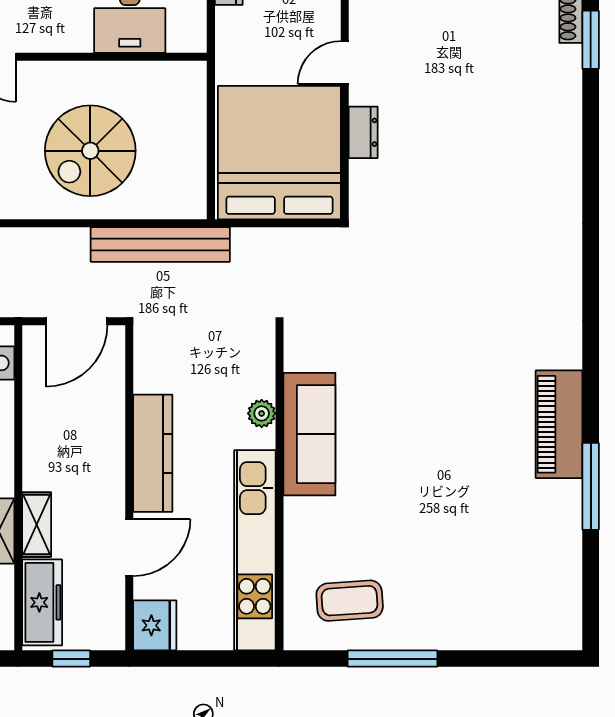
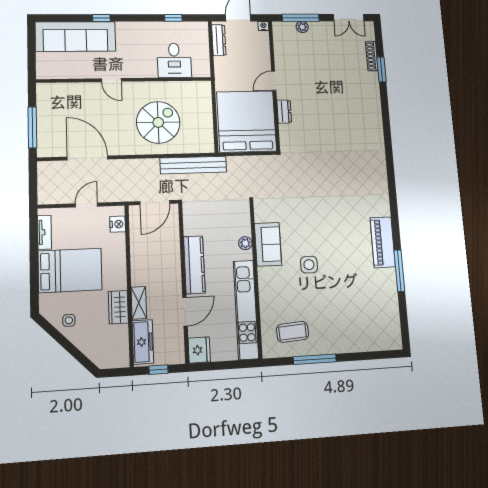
spiral stairs: (90, 151) -> (158, 122), turned 180
sofa: (309, 434) -> (268, 244), width x0.73
side table: (394, 464) -> (309, 265), added

